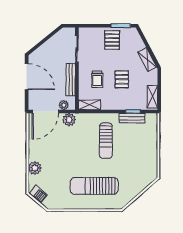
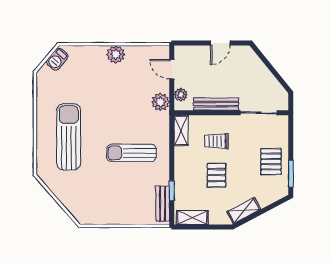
pallet: (112, 40) -> (271, 162), turned 90
door: (27, 77) -> (220, 43), width x0.53
pallet: (122, 79) -> (216, 175), turned 90
door: (45, 112) -> (172, 69), width x0.53
bench: (132, 118) -> (163, 204), moved
plant: (35, 168) -> (116, 54), moved

